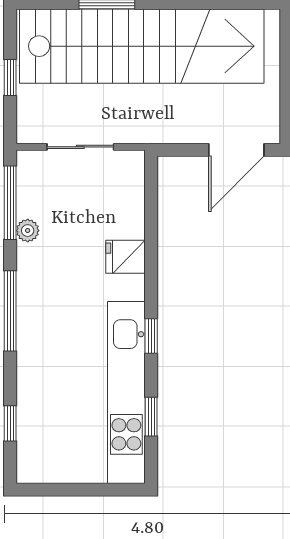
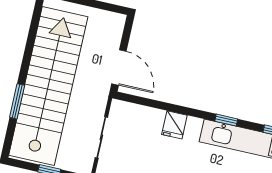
door: (236, 150) -> (119, 68), moved

